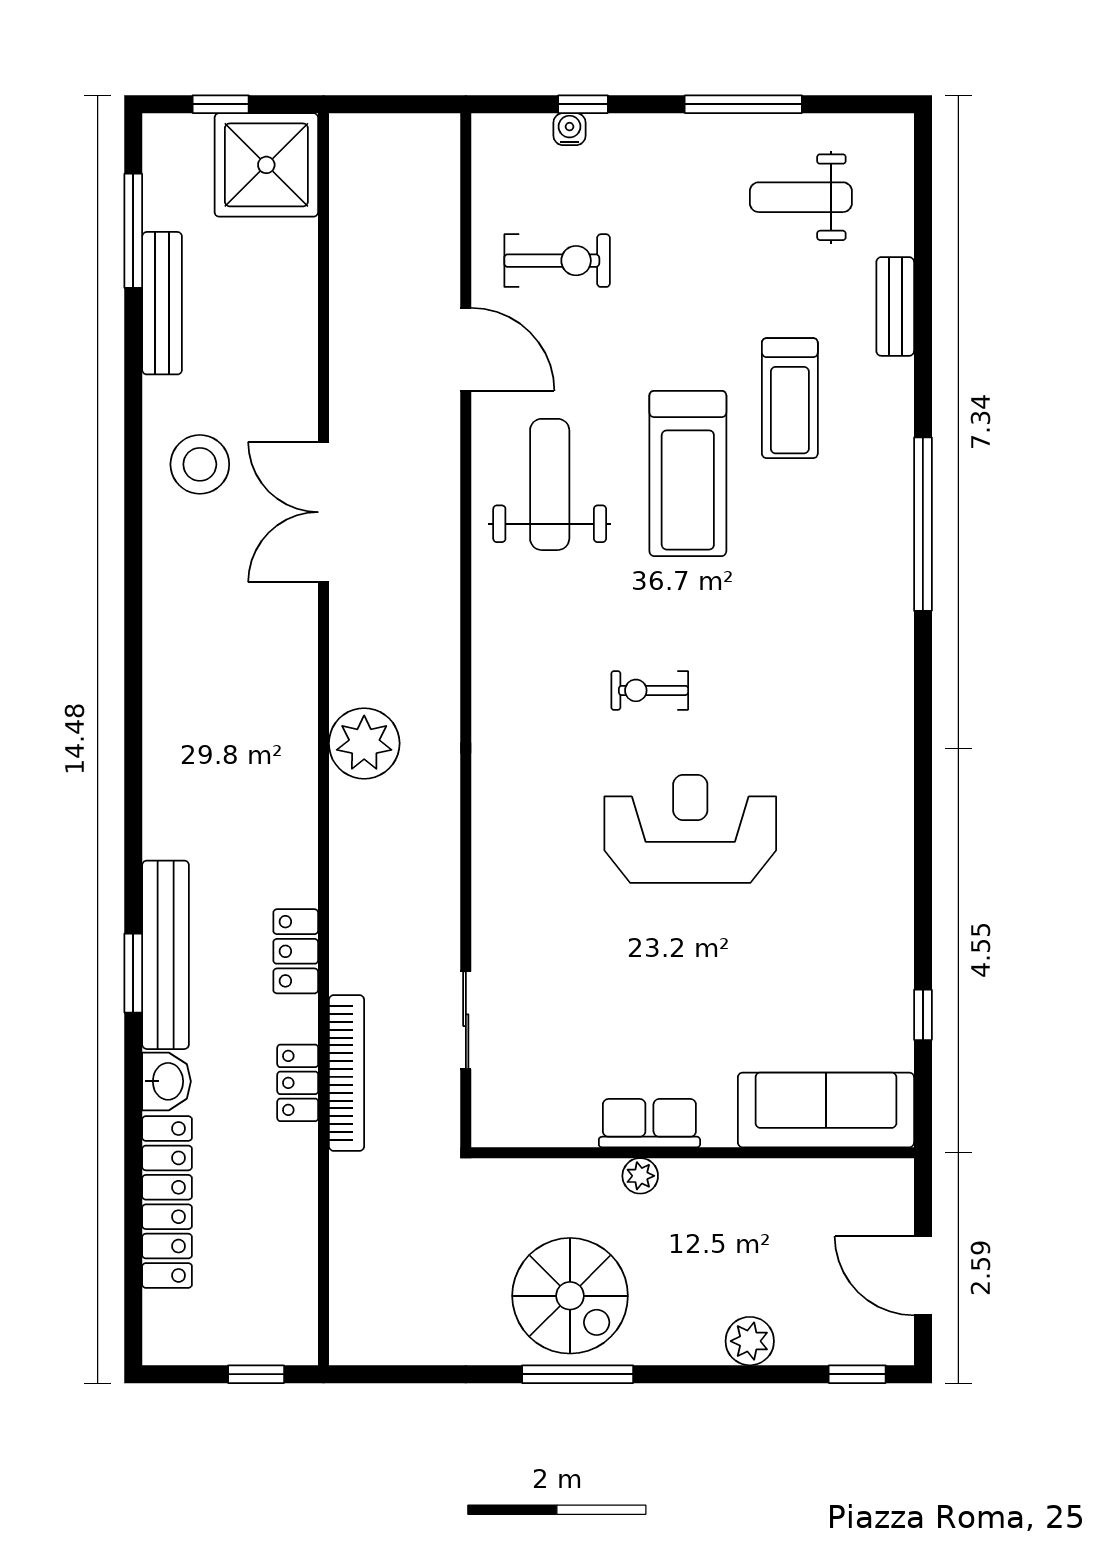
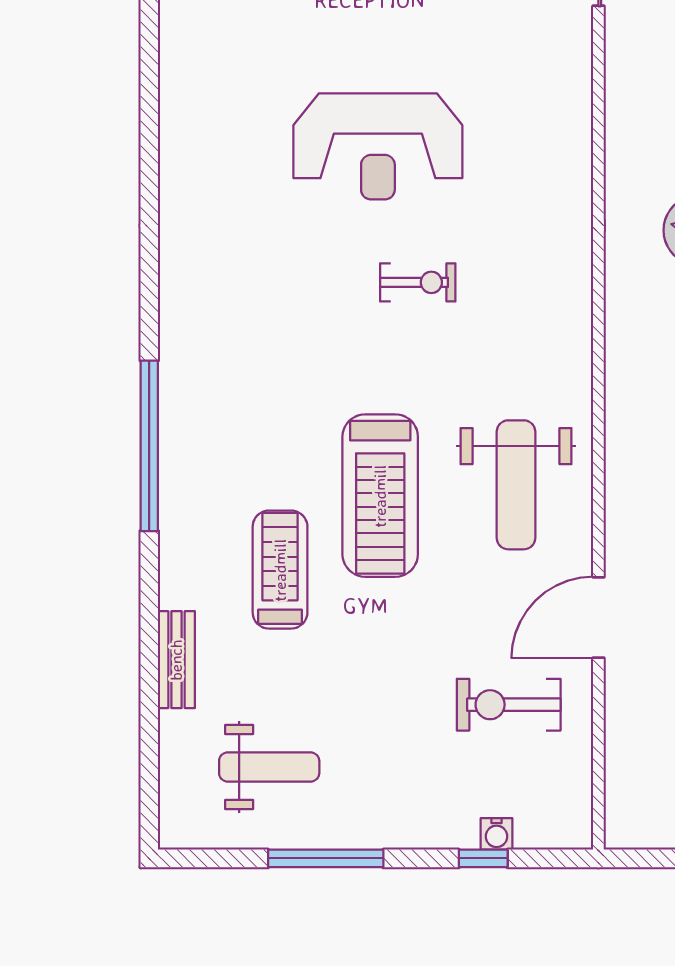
door: (466, 349) -> (598, 617), hinge flipped
treadmill: (688, 473) -> (380, 496), turned 180

